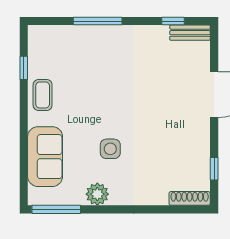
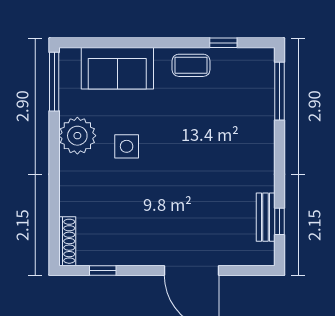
window: (98, 21) -> (279, 91), moved
bench: (190, 33) -> (266, 217), moved
plant: (97, 194) -> (77, 136), width x1.36, depth x1.36

